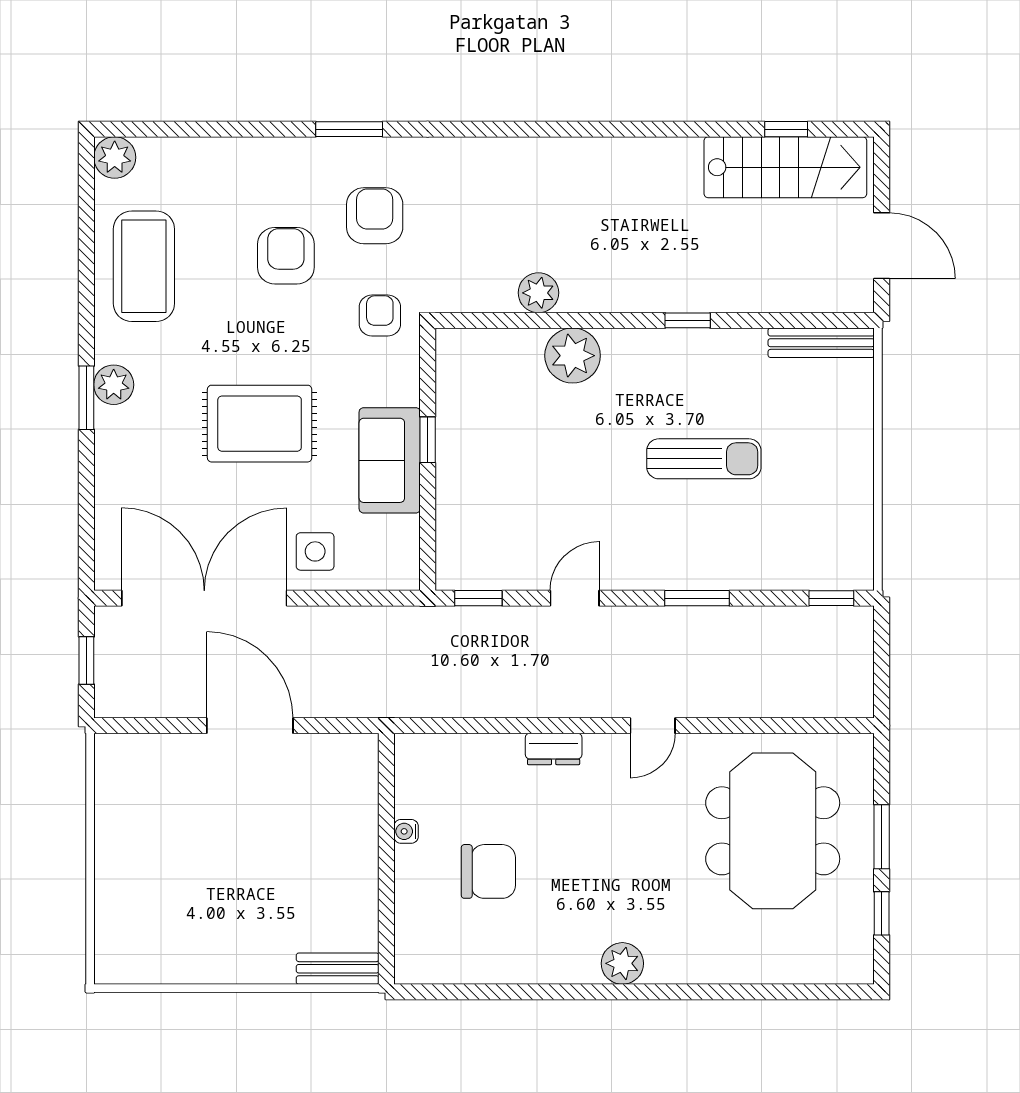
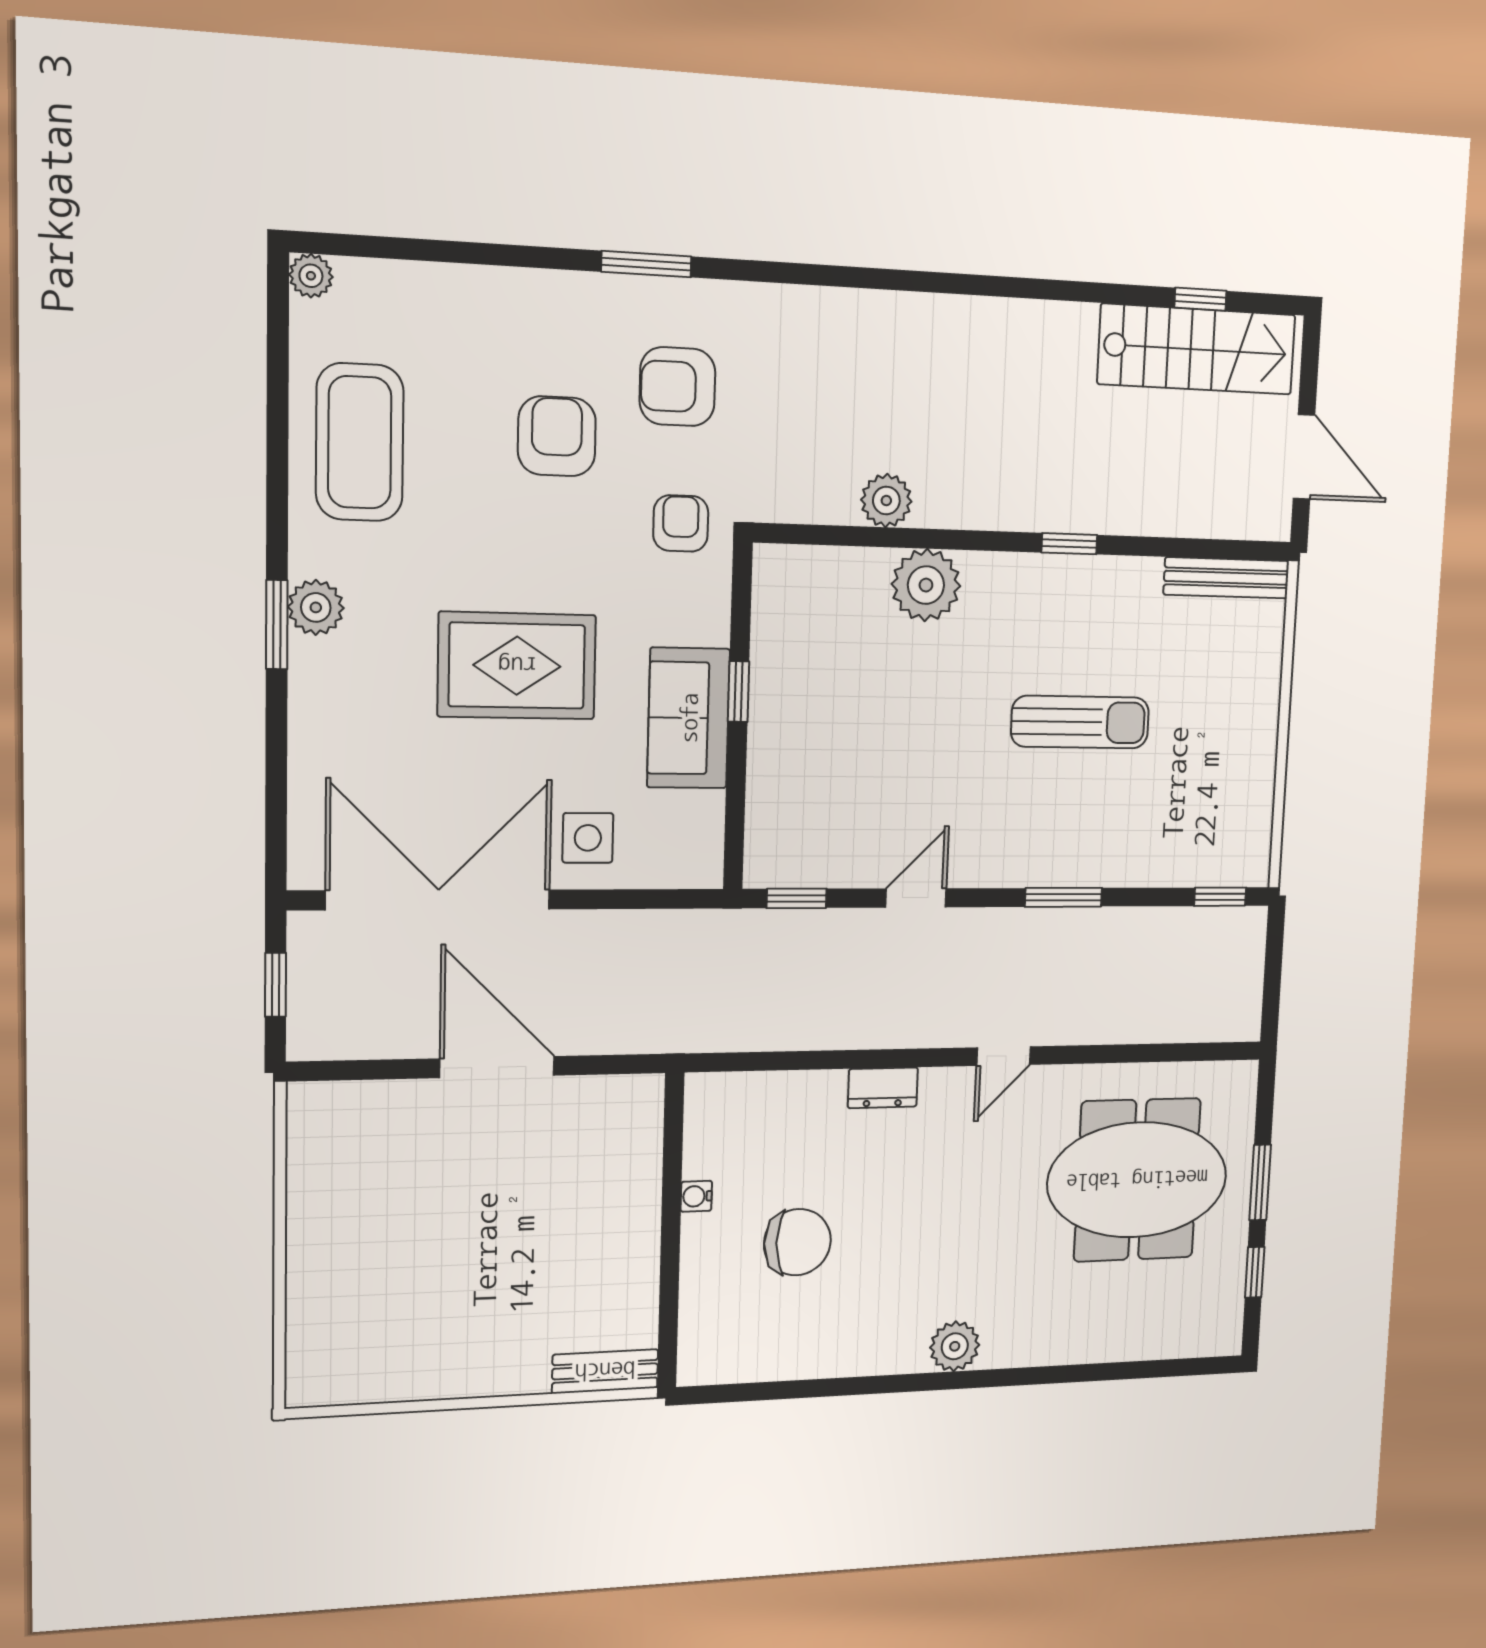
plant: (115, 157) -> (311, 276), width x0.73, depth x0.73
armchair: (375, 216) -> (677, 387), turned -90
meeting table: (773, 831) -> (1137, 1180), turned 90

